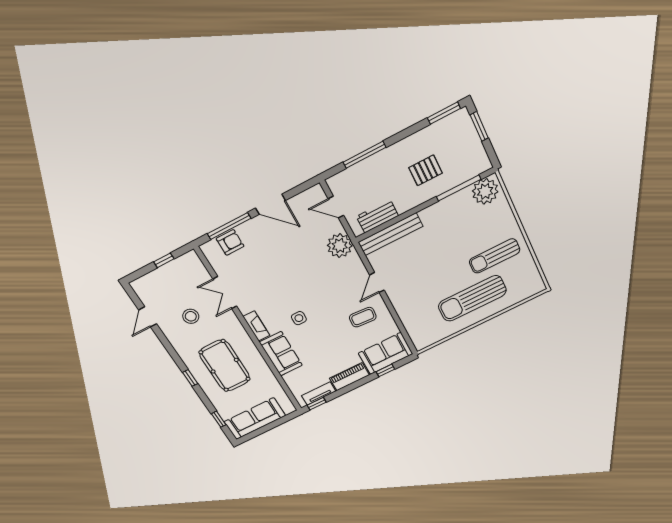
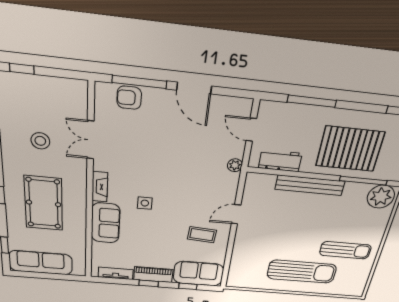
pallet: (426, 170) -> (350, 149), width x2.05, depth x2.00
bench: (390, 234) -> (310, 185), moved
armchair: (230, 242) -> (129, 98), turned 180
plant: (340, 246) -> (235, 165), width x0.53, depth x0.53
sun lounger: (495, 256) -> (345, 250), turned 180
window: (164, 260) -> (22, 69), moved
sun lounger: (472, 298) -> (302, 272), turned 180
window: (317, 404) -> (149, 283), moved

